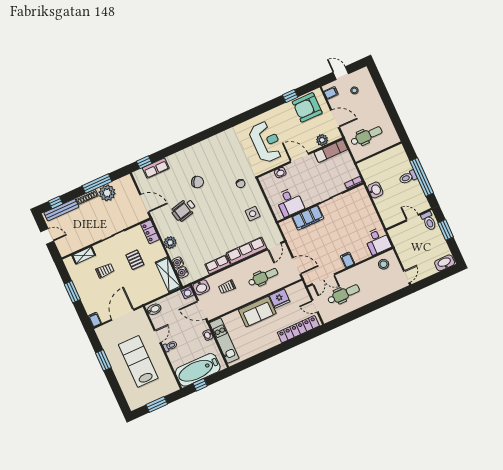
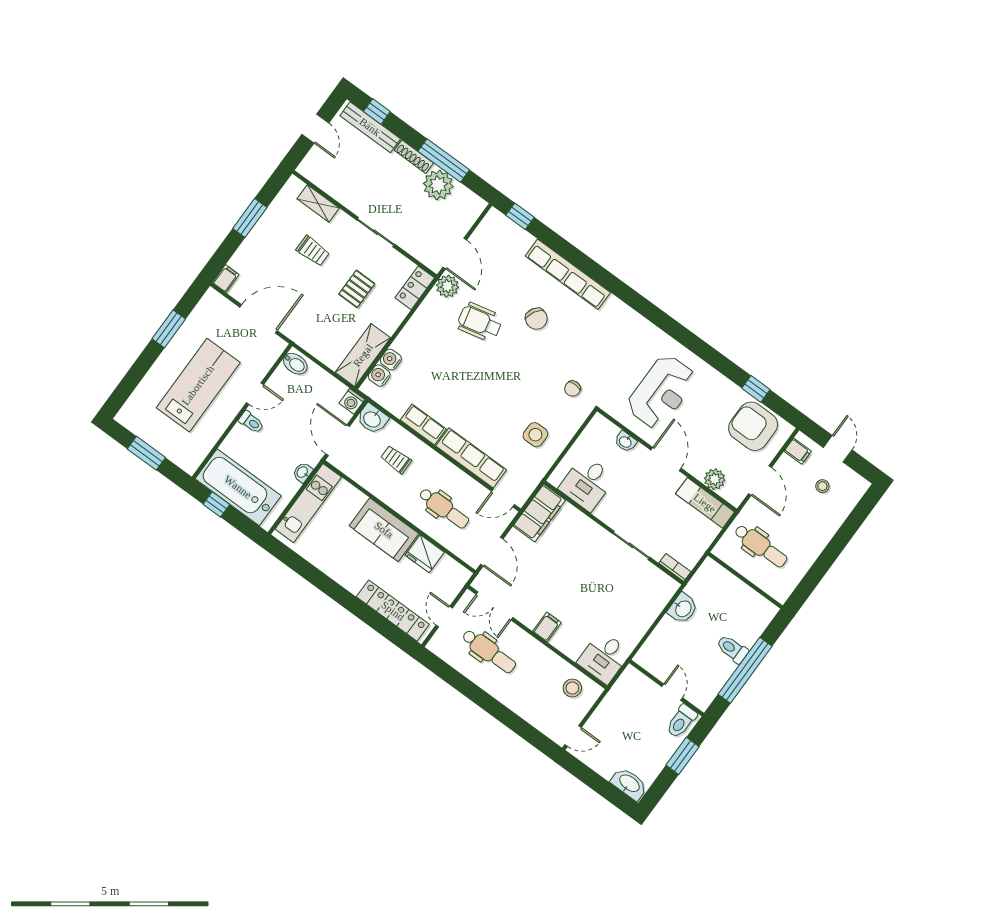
row of seats: (156, 168) -> (568, 274), moved, width x2.02
filing cabinet: (308, 218) -> (539, 513), moved, turned -90
plant: (170, 243) -> (447, 286), moved

